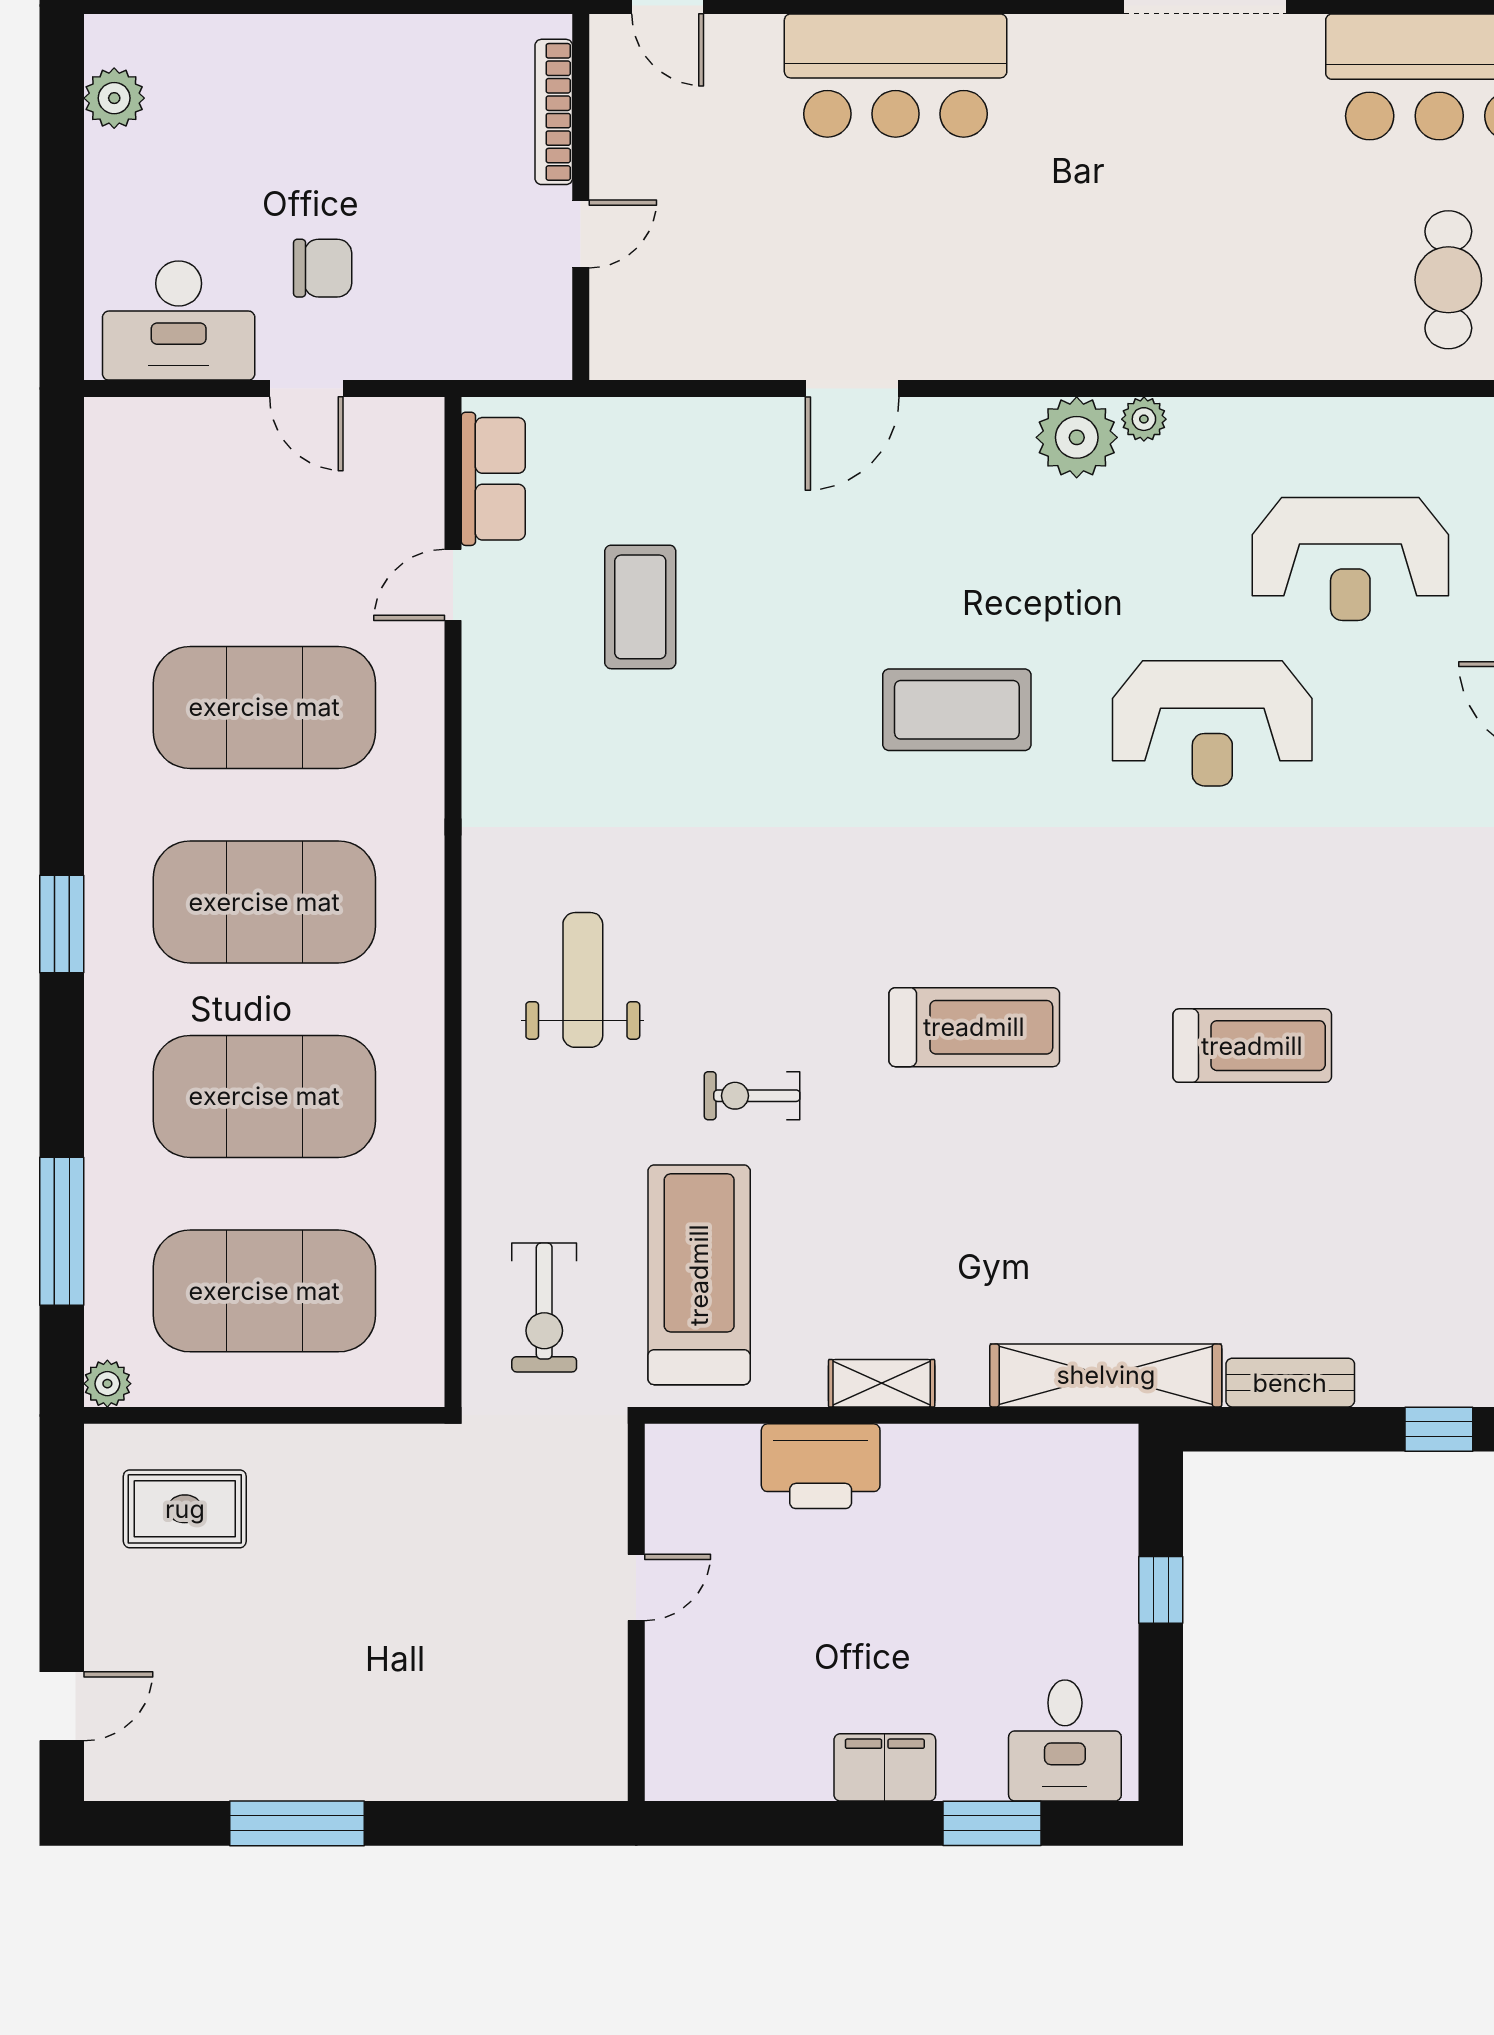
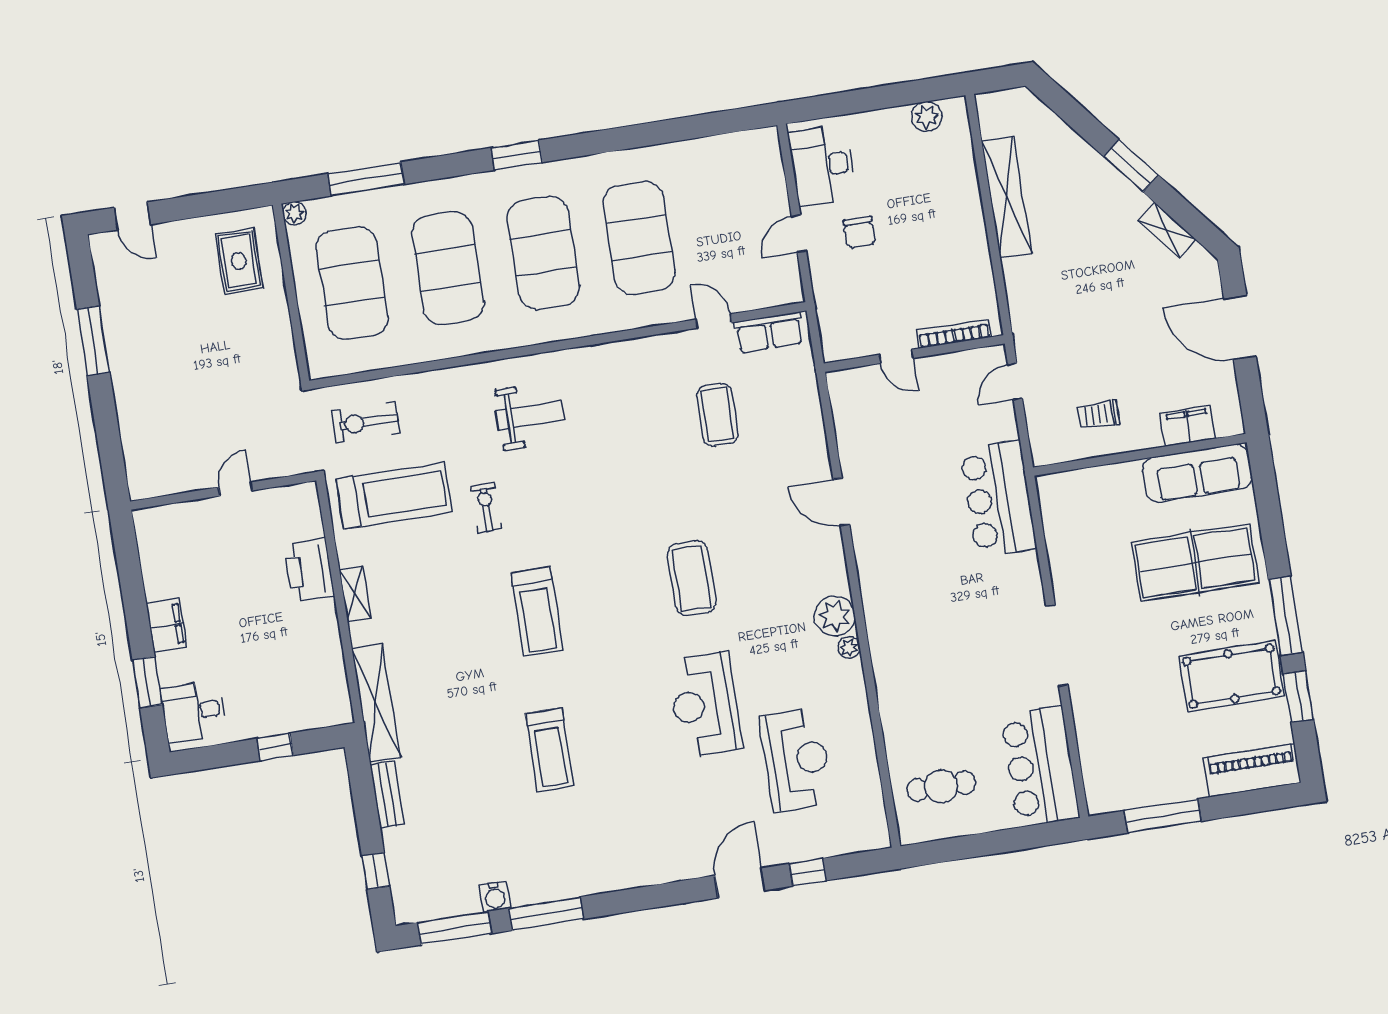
reception desk: (1350, 559) -> (796, 760), turned 180
coffee table: (640, 607) -> (717, 415), turned 90
door: (636, 1587) -> (235, 489), swing flipped

